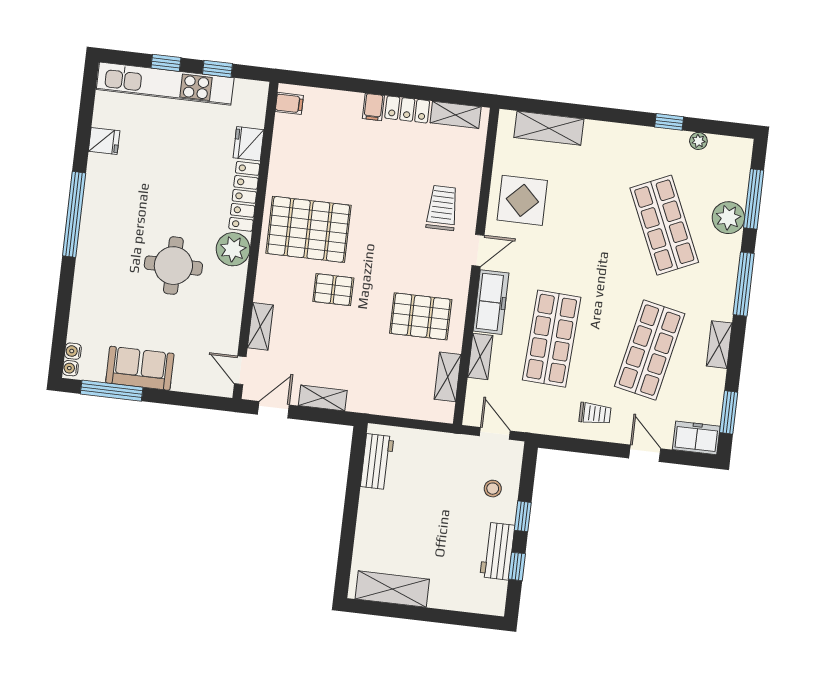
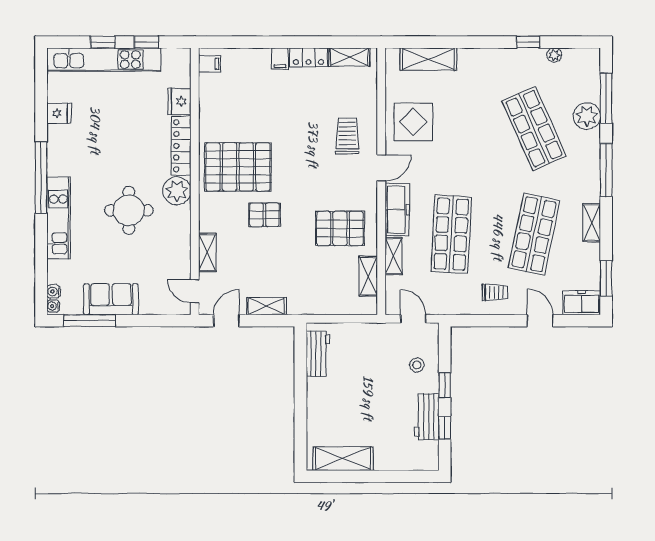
kitchen unit: (89, 265) -> (58, 218), added

